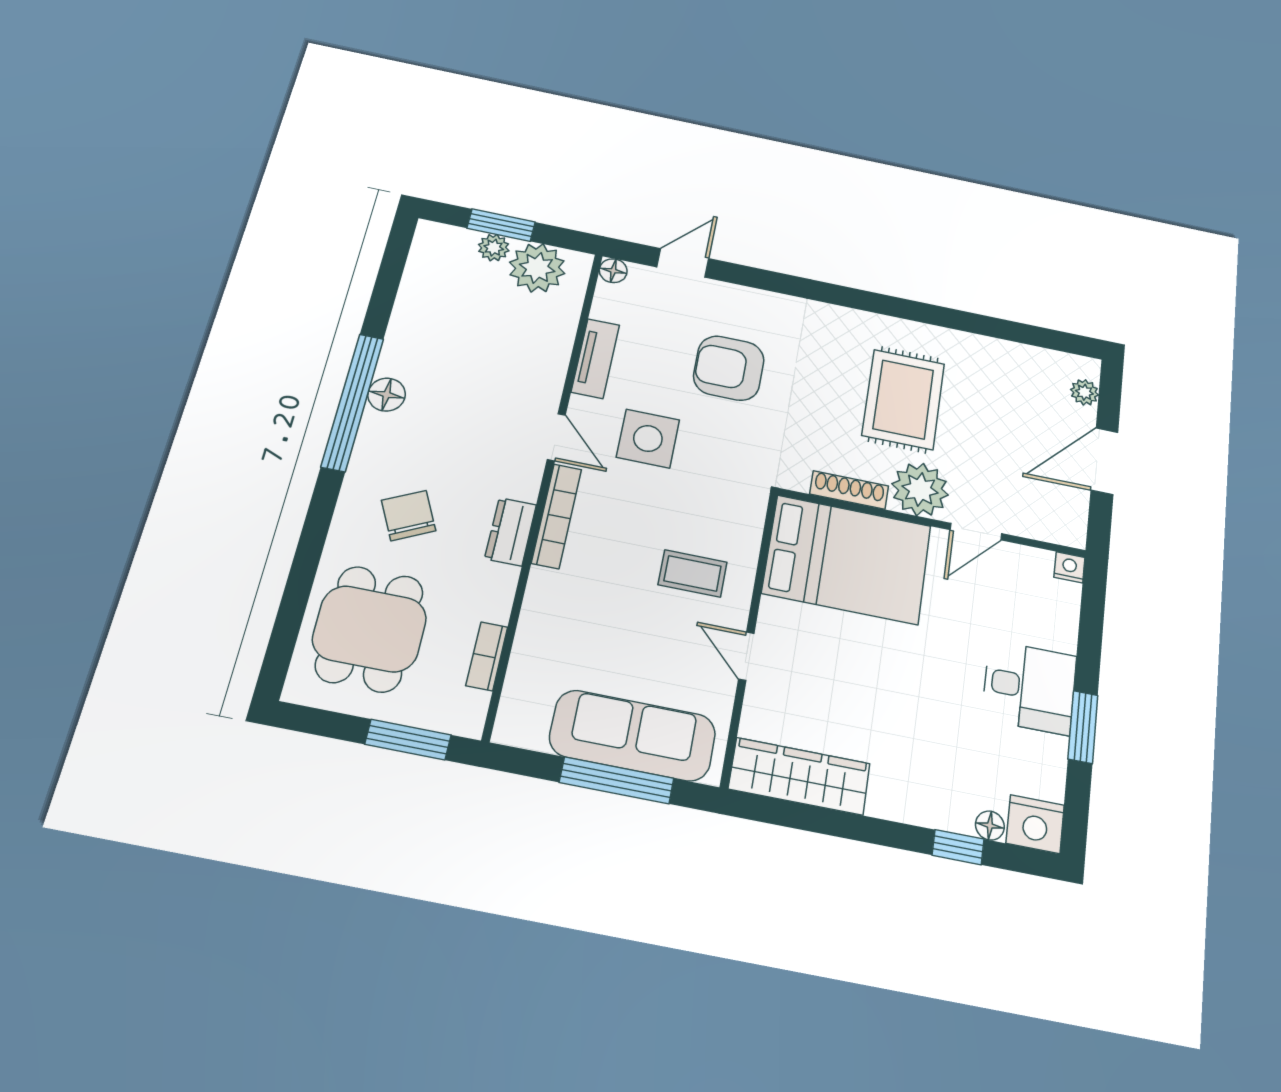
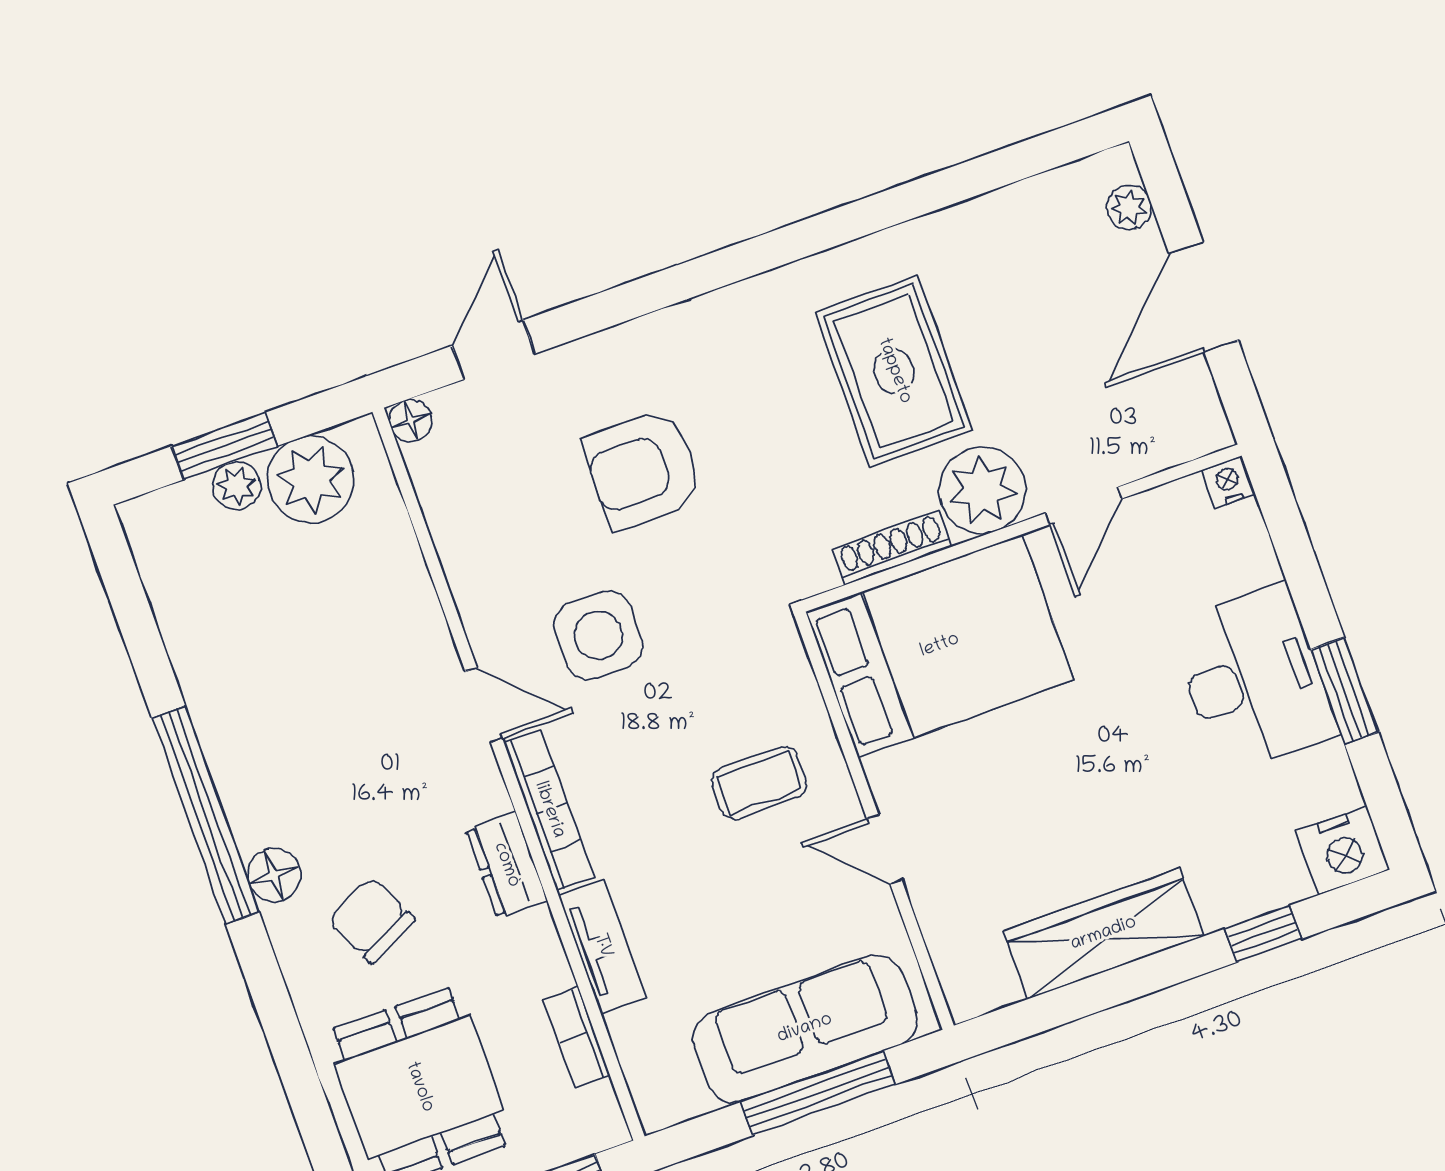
tv unit: (595, 358) -> (602, 946), moved
floor lamp: (387, 395) -> (274, 875), moved
desk: (1029, 687) -> (1253, 679), width x1.37
wardrobe: (799, 776) -> (1104, 934), moved
floor lamp: (990, 826) -> (1289, 885), removed

